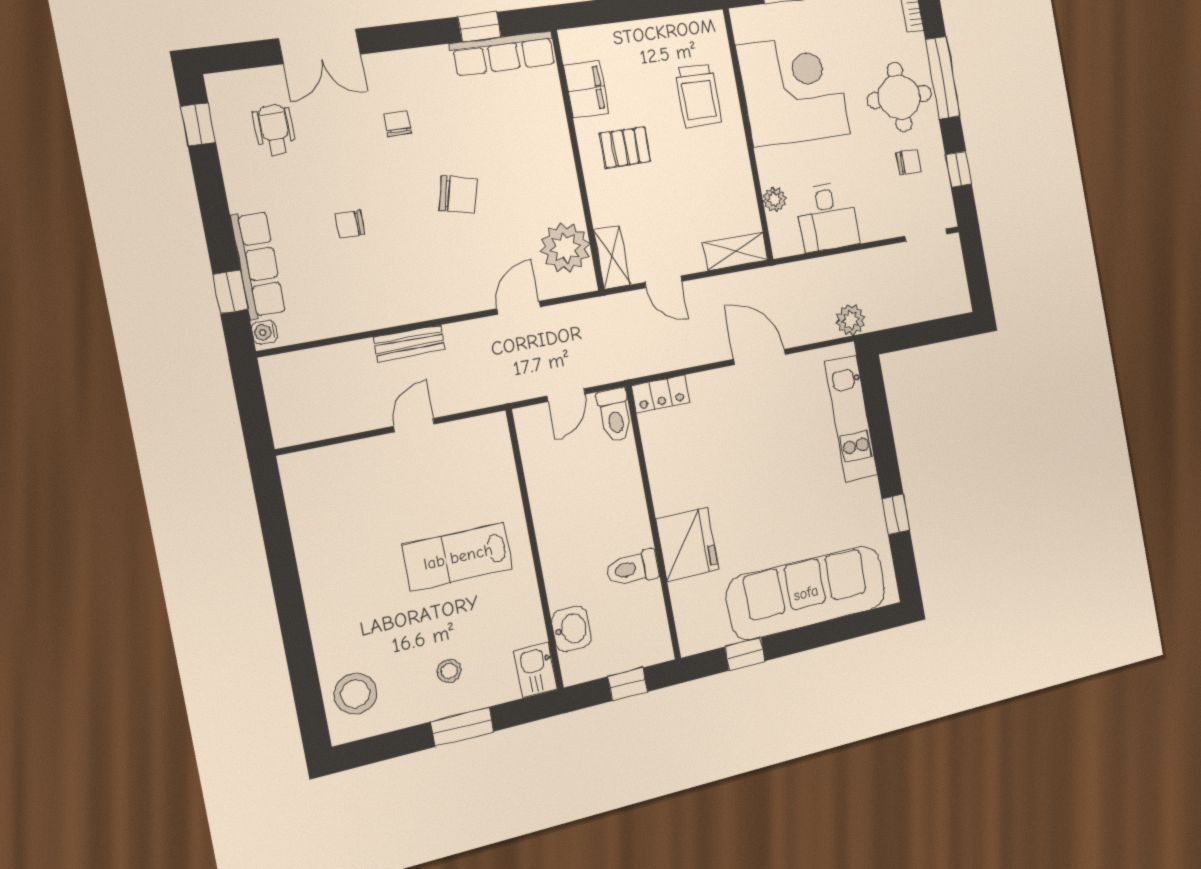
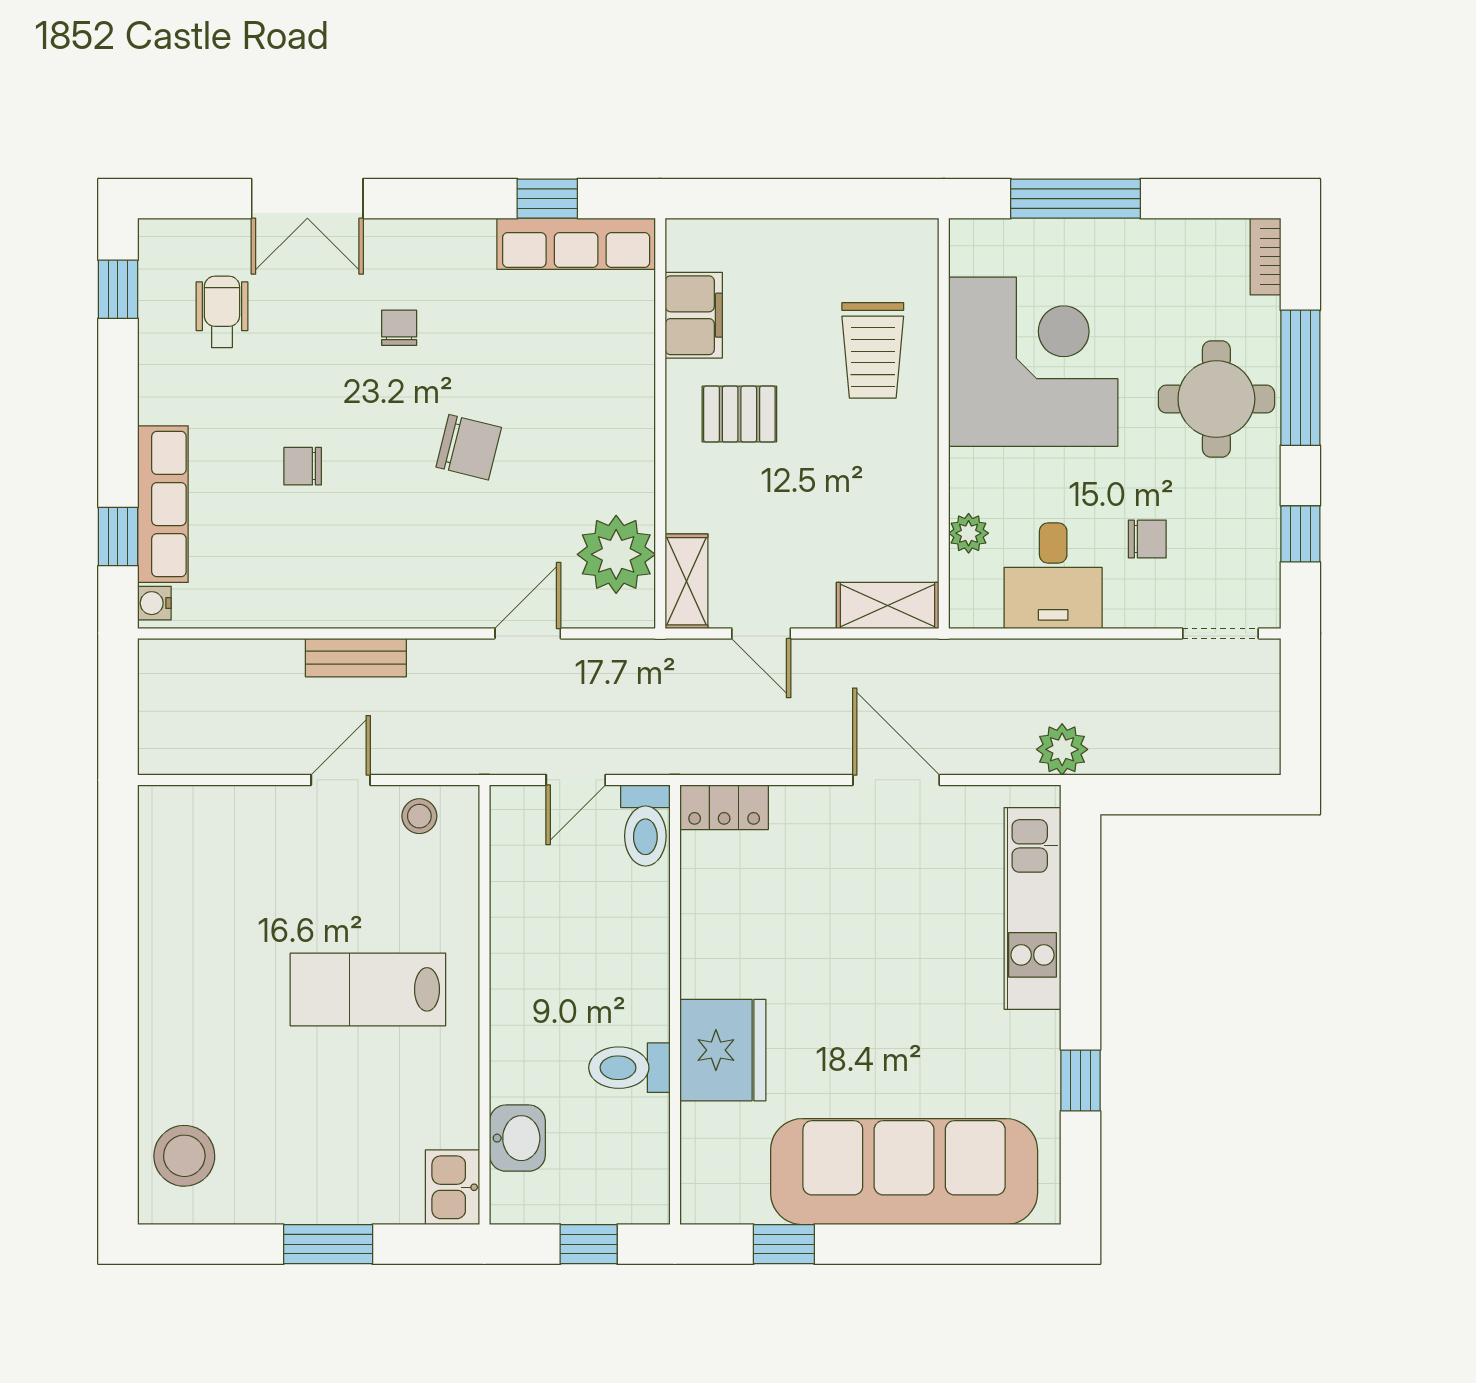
chair: (909, 162) -> (1147, 539), moved
stool: (449, 671) -> (419, 816), moved

